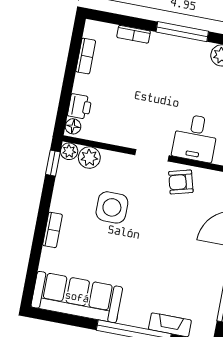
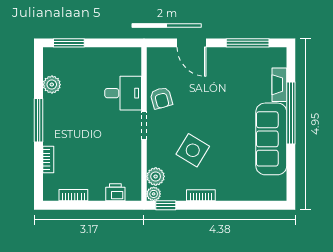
floor lamp: (73, 126) -> (133, 195), removed
side table: (112, 207) -> (193, 150), turned 31
bookcase: (52, 230) -> (201, 195), moved
sofa: (77, 297) -> (271, 139), moved

